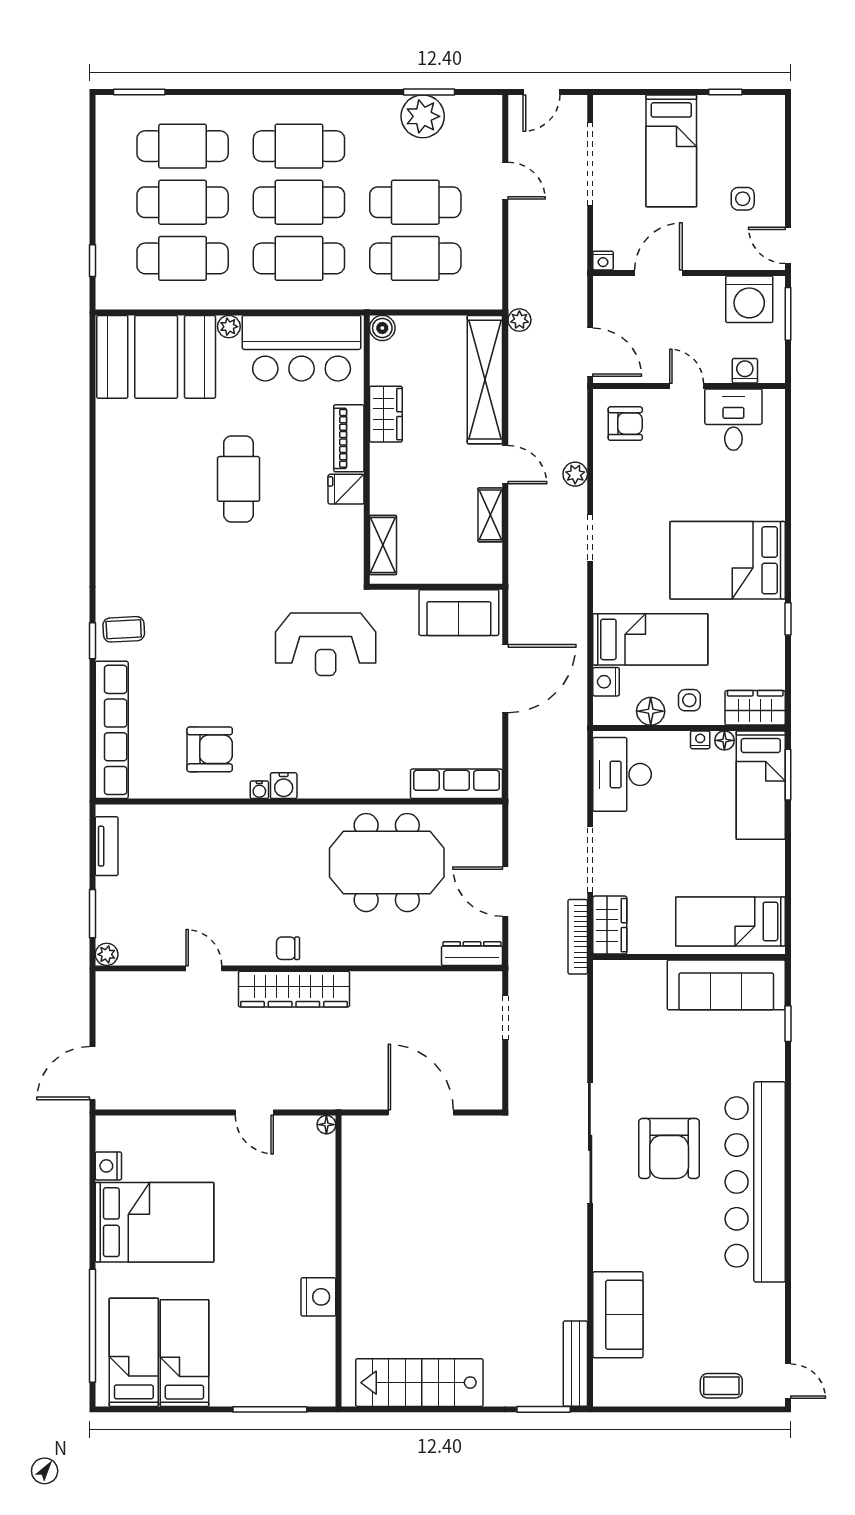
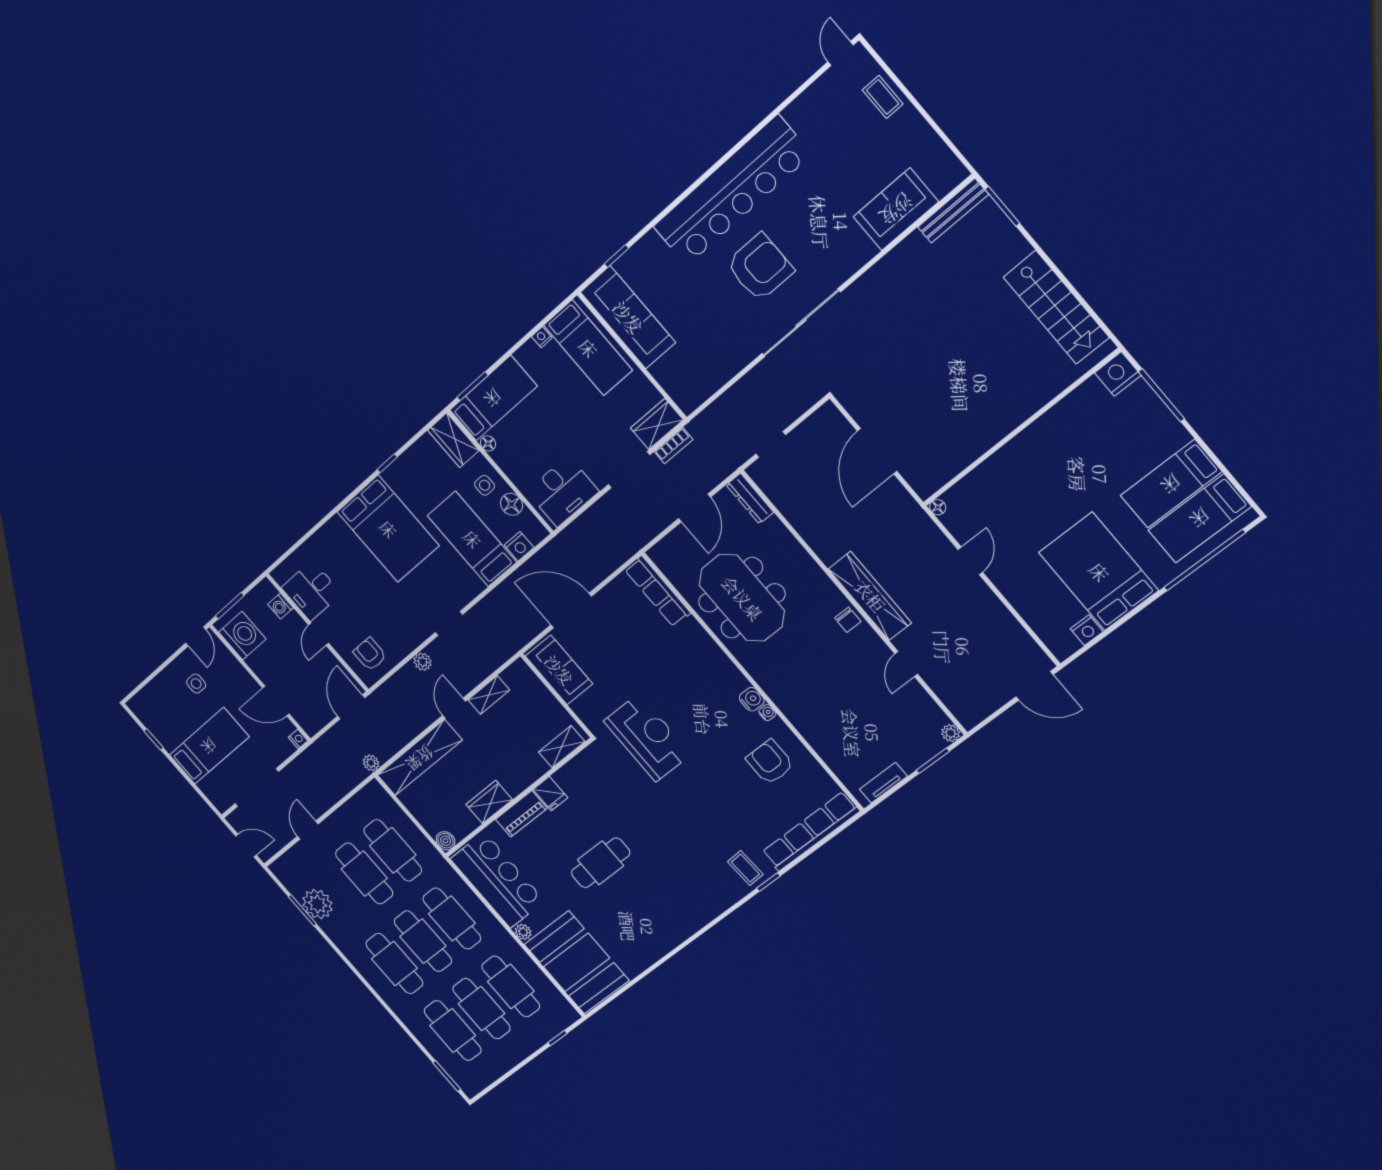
nightstand: (700, 740) -> (542, 337), moved, turned 90
bookcase: (578, 937) -> (673, 446), width x0.64
nightstand: (318, 1297) -> (1118, 374), moved

